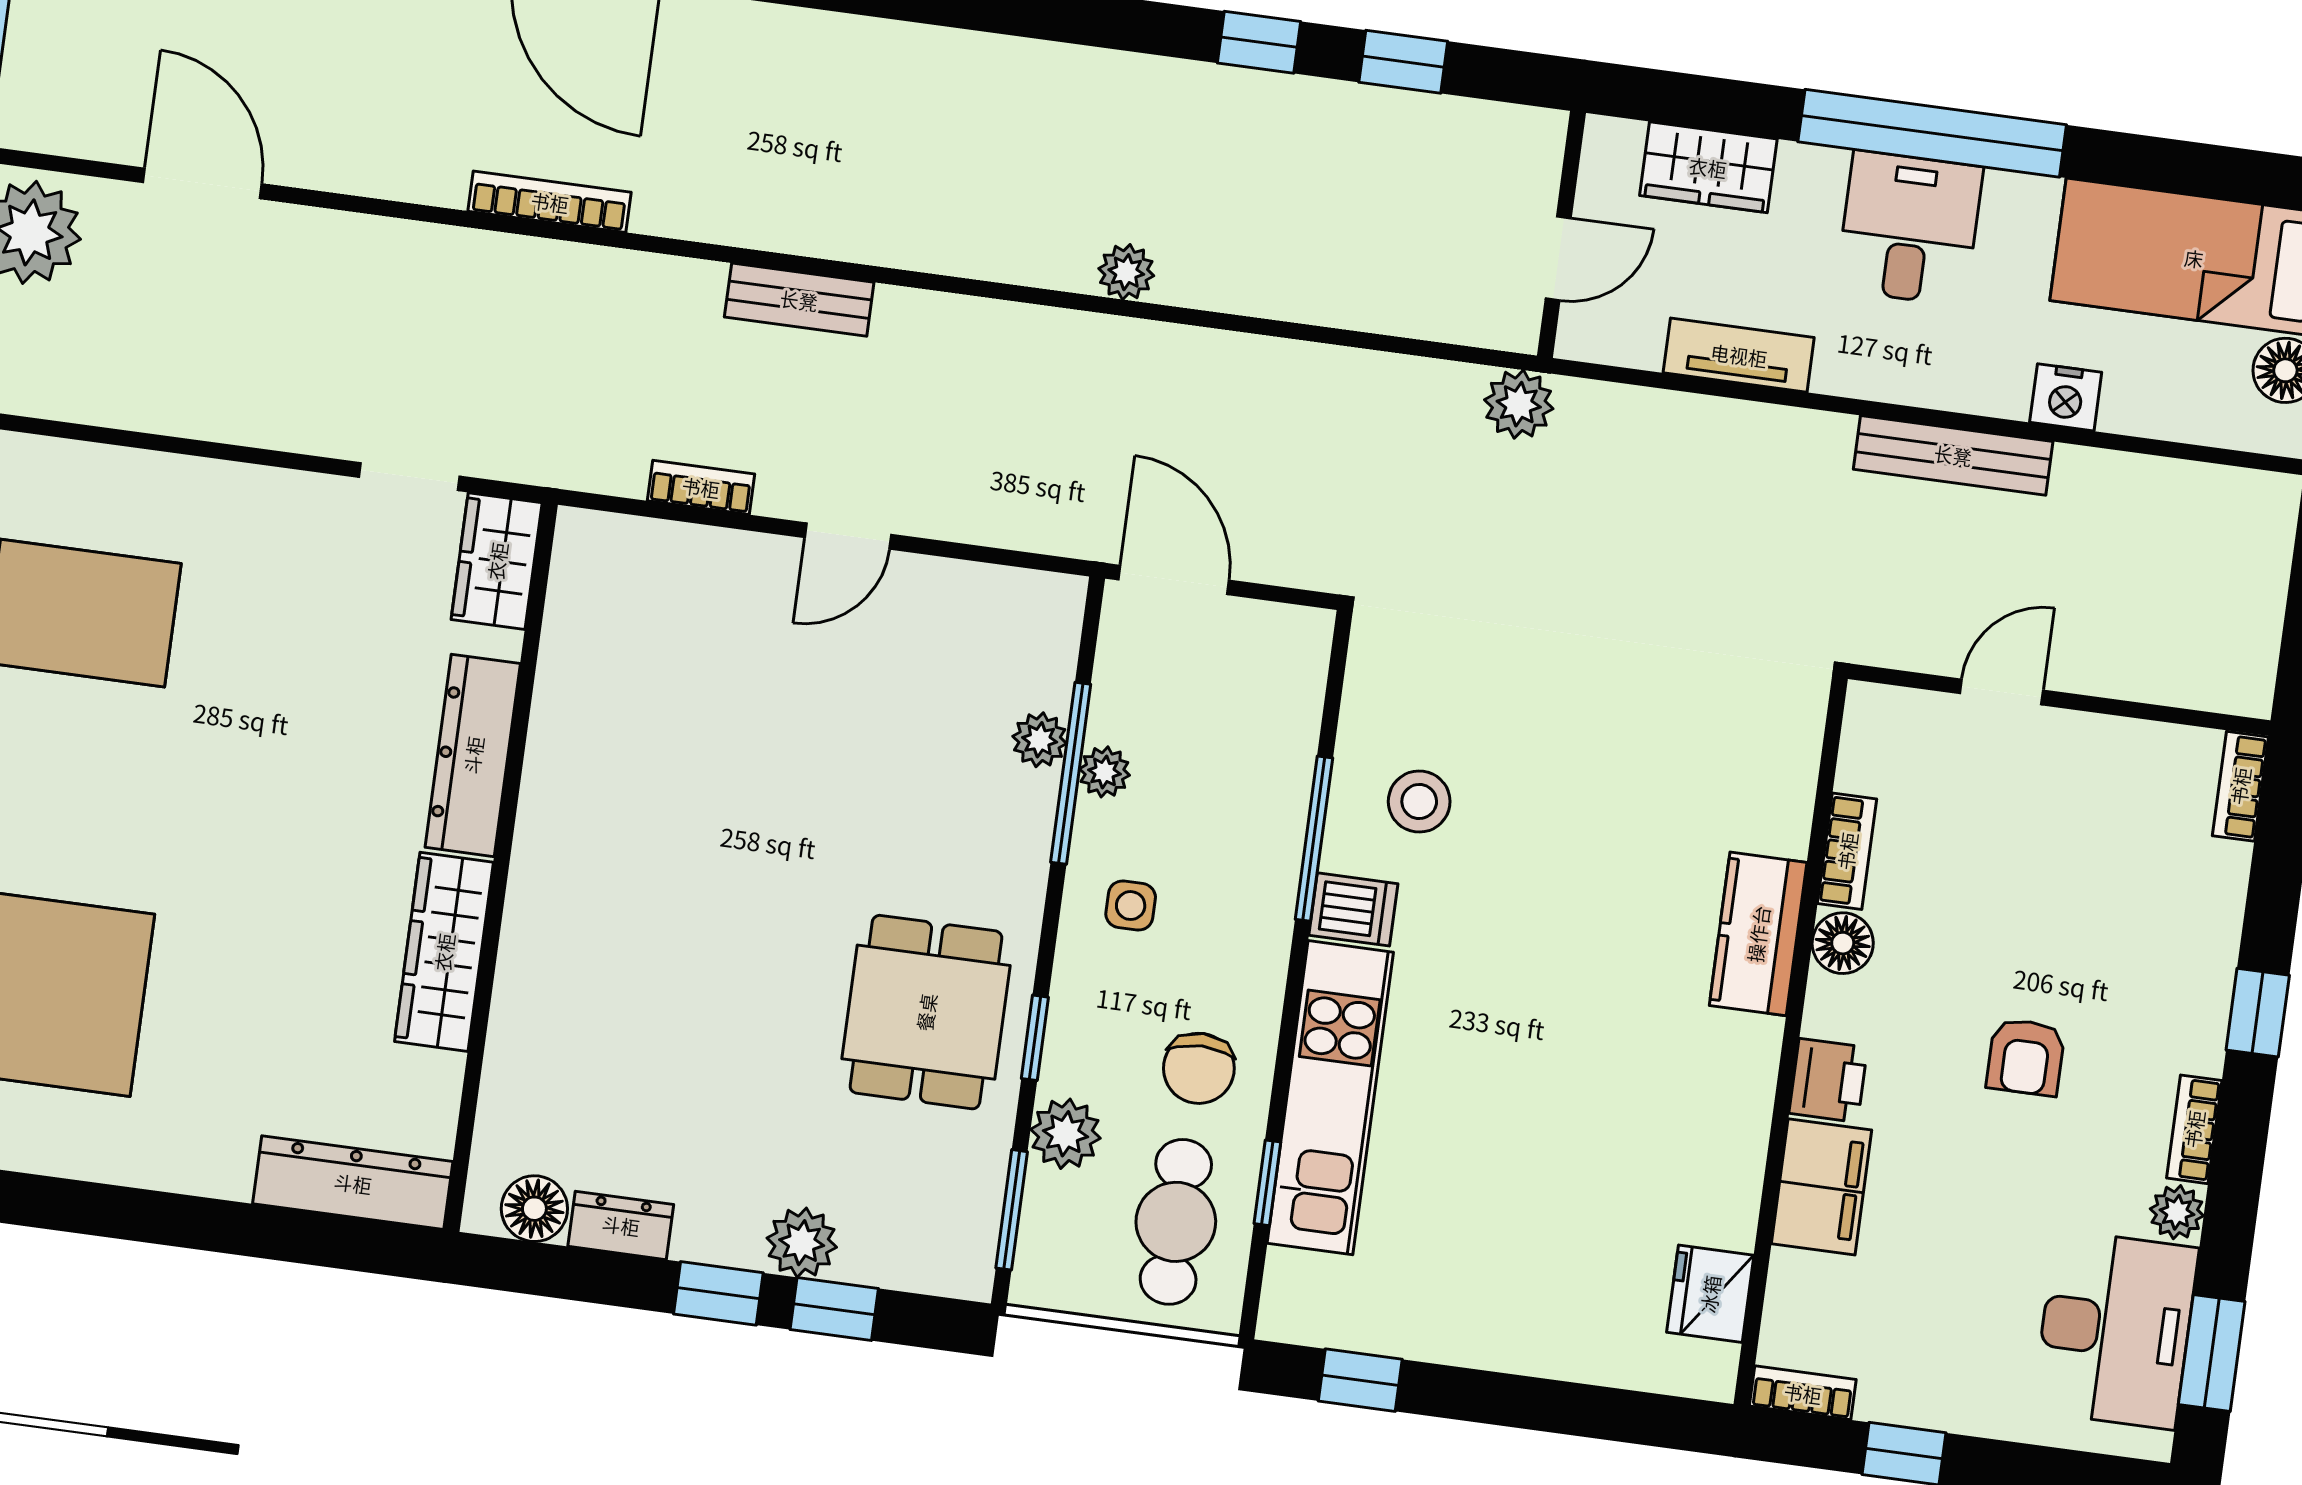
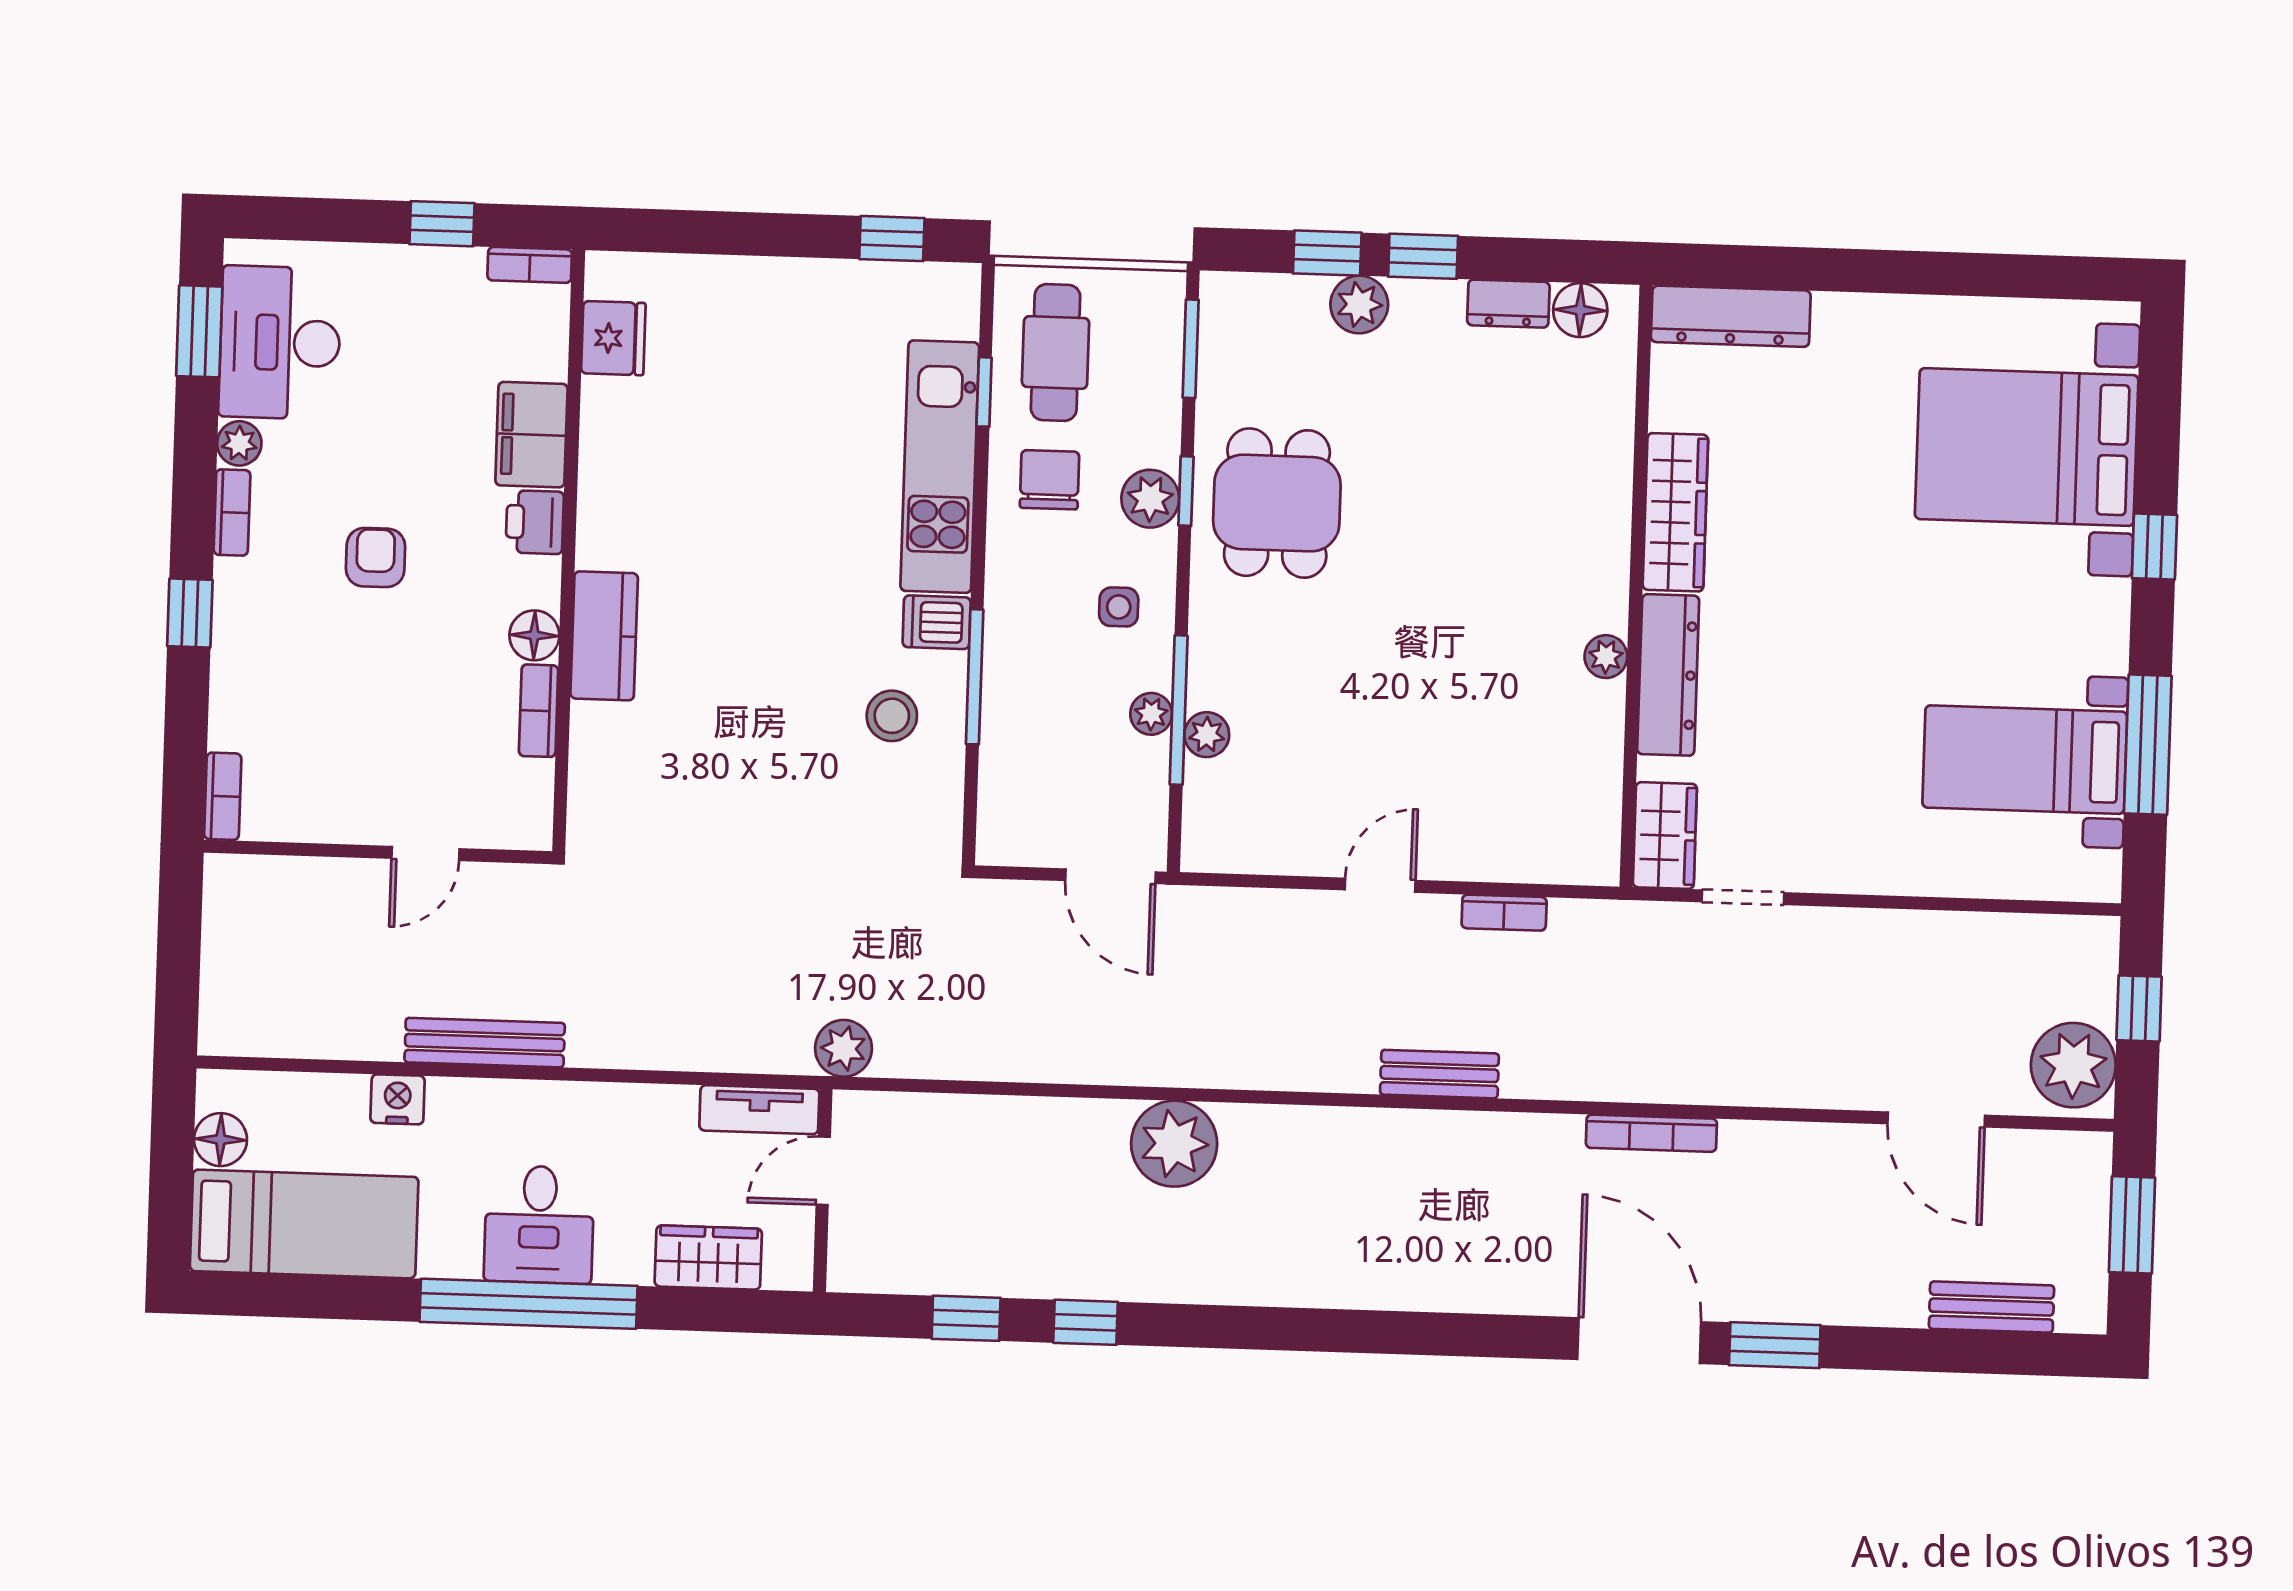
plant: (1126, 272) -> (1174, 1144), width x1.88, depth x1.88
tv unit: (1739, 355) -> (759, 1110), moved
plant: (546, 785) -> (1606, 657), added
plant: (1065, 1134) -> (1150, 499), moved

